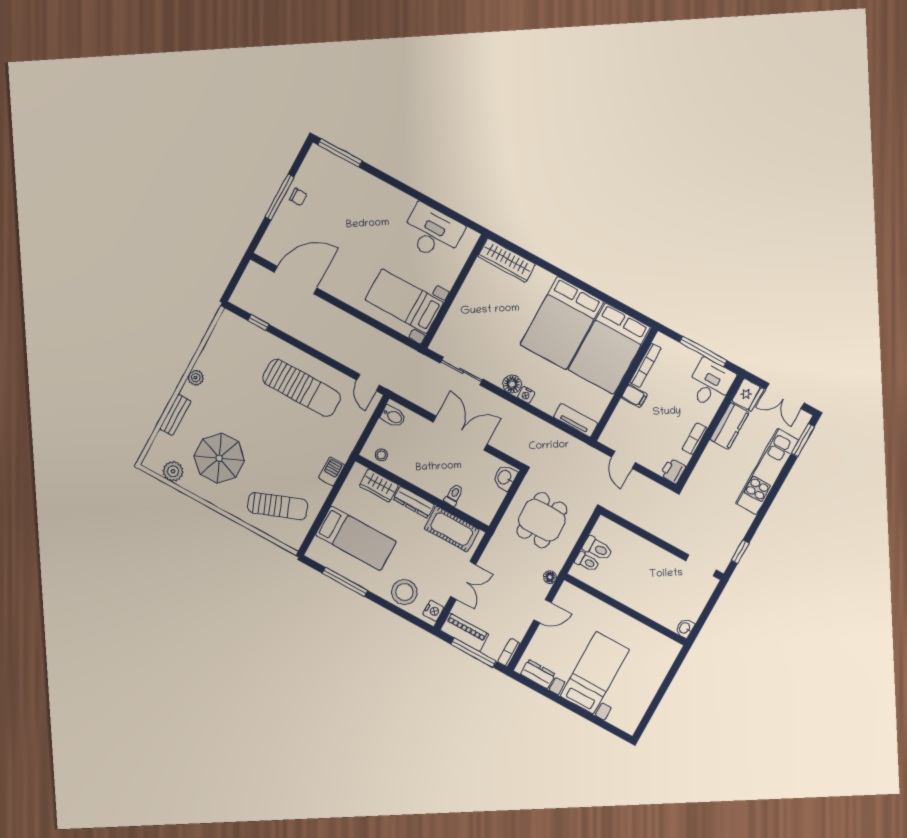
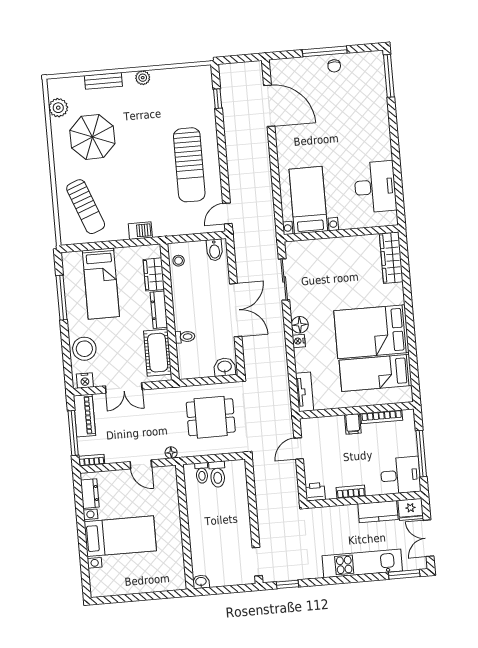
bed: (609, 348) -> (376, 373), width x0.67

